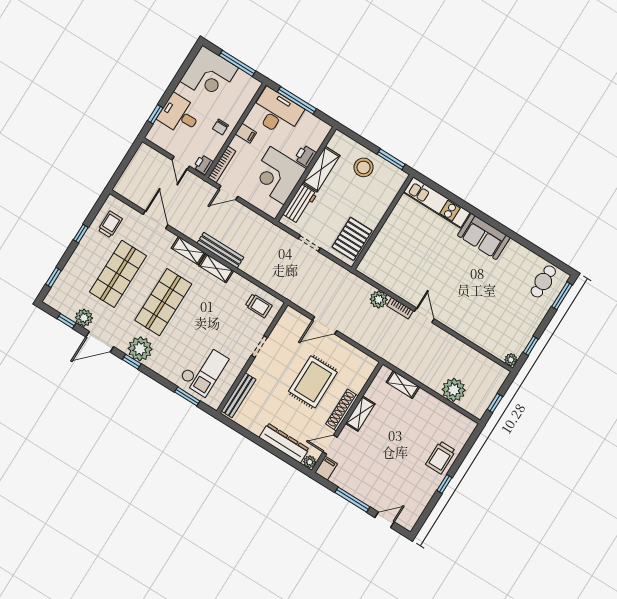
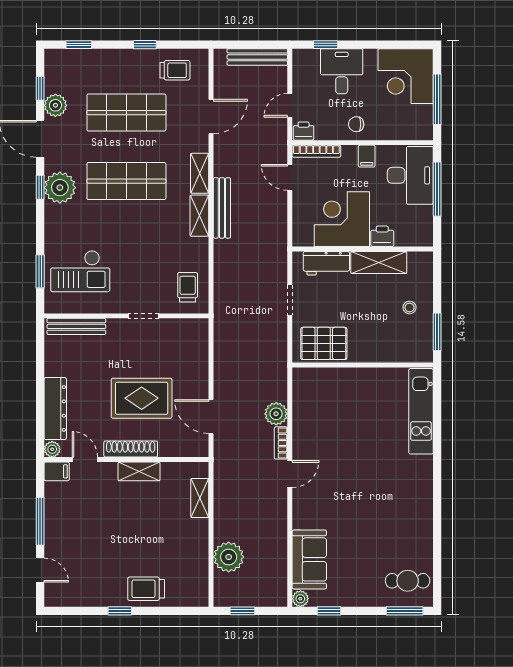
bench: (135, 165) -> (257, 57), added
stool: (364, 167) -> (409, 307), width x0.53, depth x0.53
sofa: (484, 237) -> (309, 559), moved, turned 180
trolley: (259, 306) -> (188, 287), turned 180
door: (325, 325) -> (211, 417), moved

